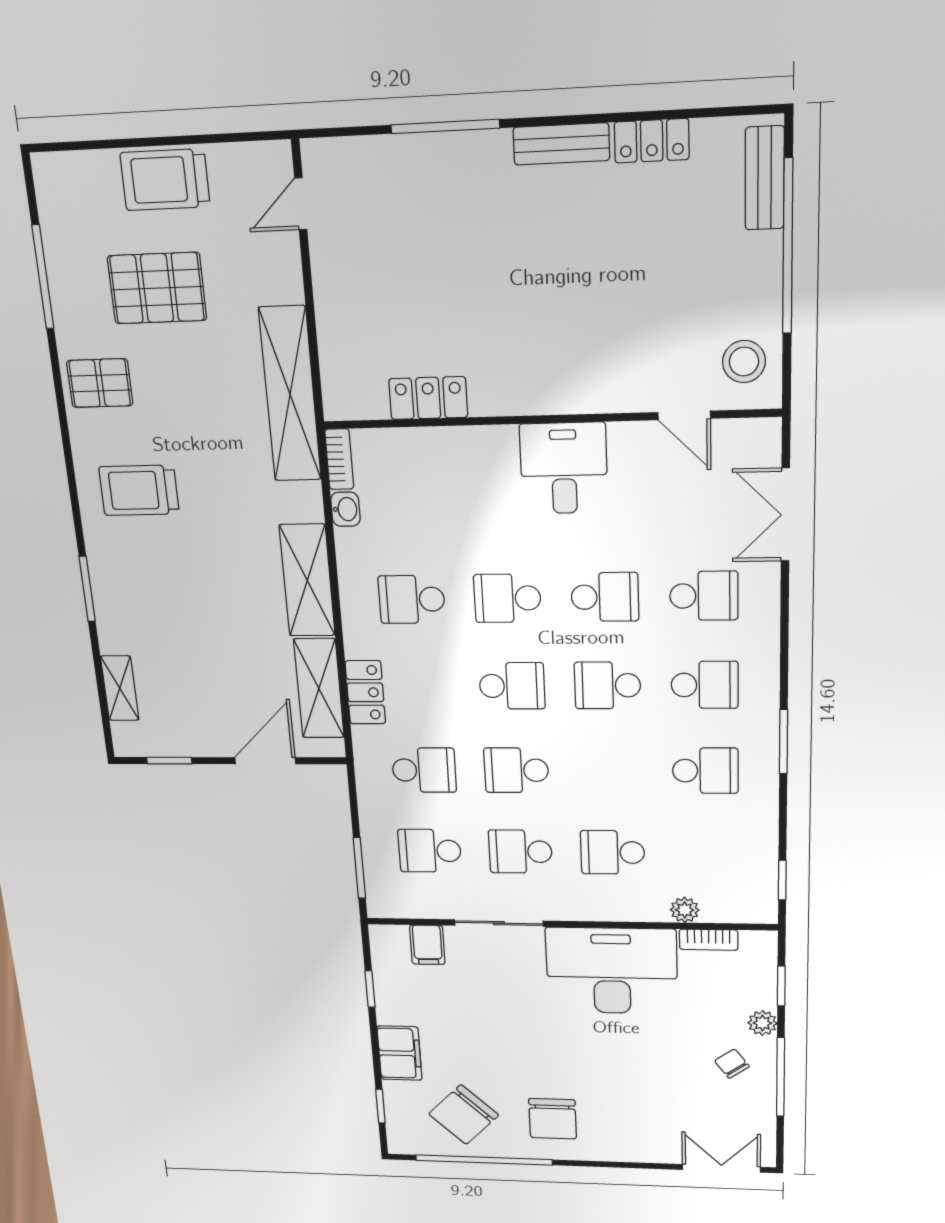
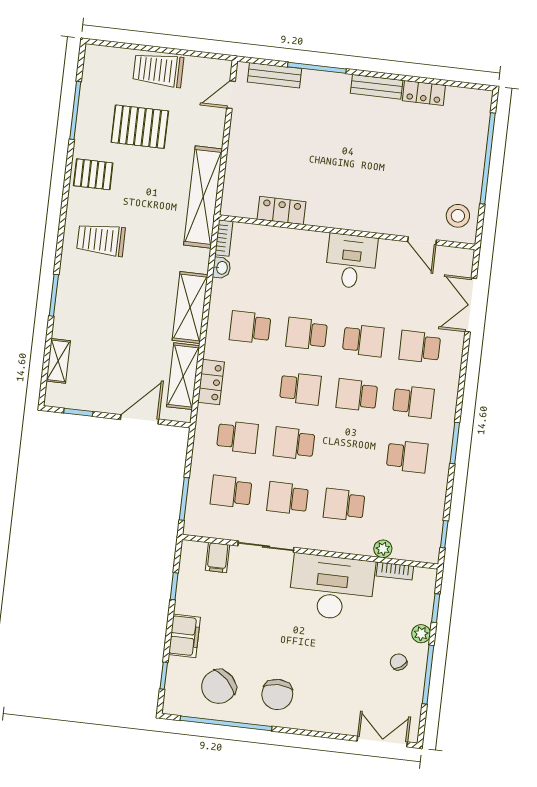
bench: (765, 178) -> (275, 75), moved, turned 90
school desk: (704, 596) -> (420, 347), turned 180

